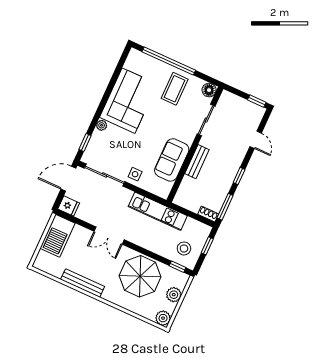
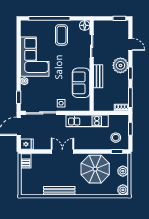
plant: (231, 161) -> (120, 65), added
barbecue: (57, 236) -> (26, 161), width x0.53, depth x0.65
double door: (109, 236) -> (62, 152), swing flipped

